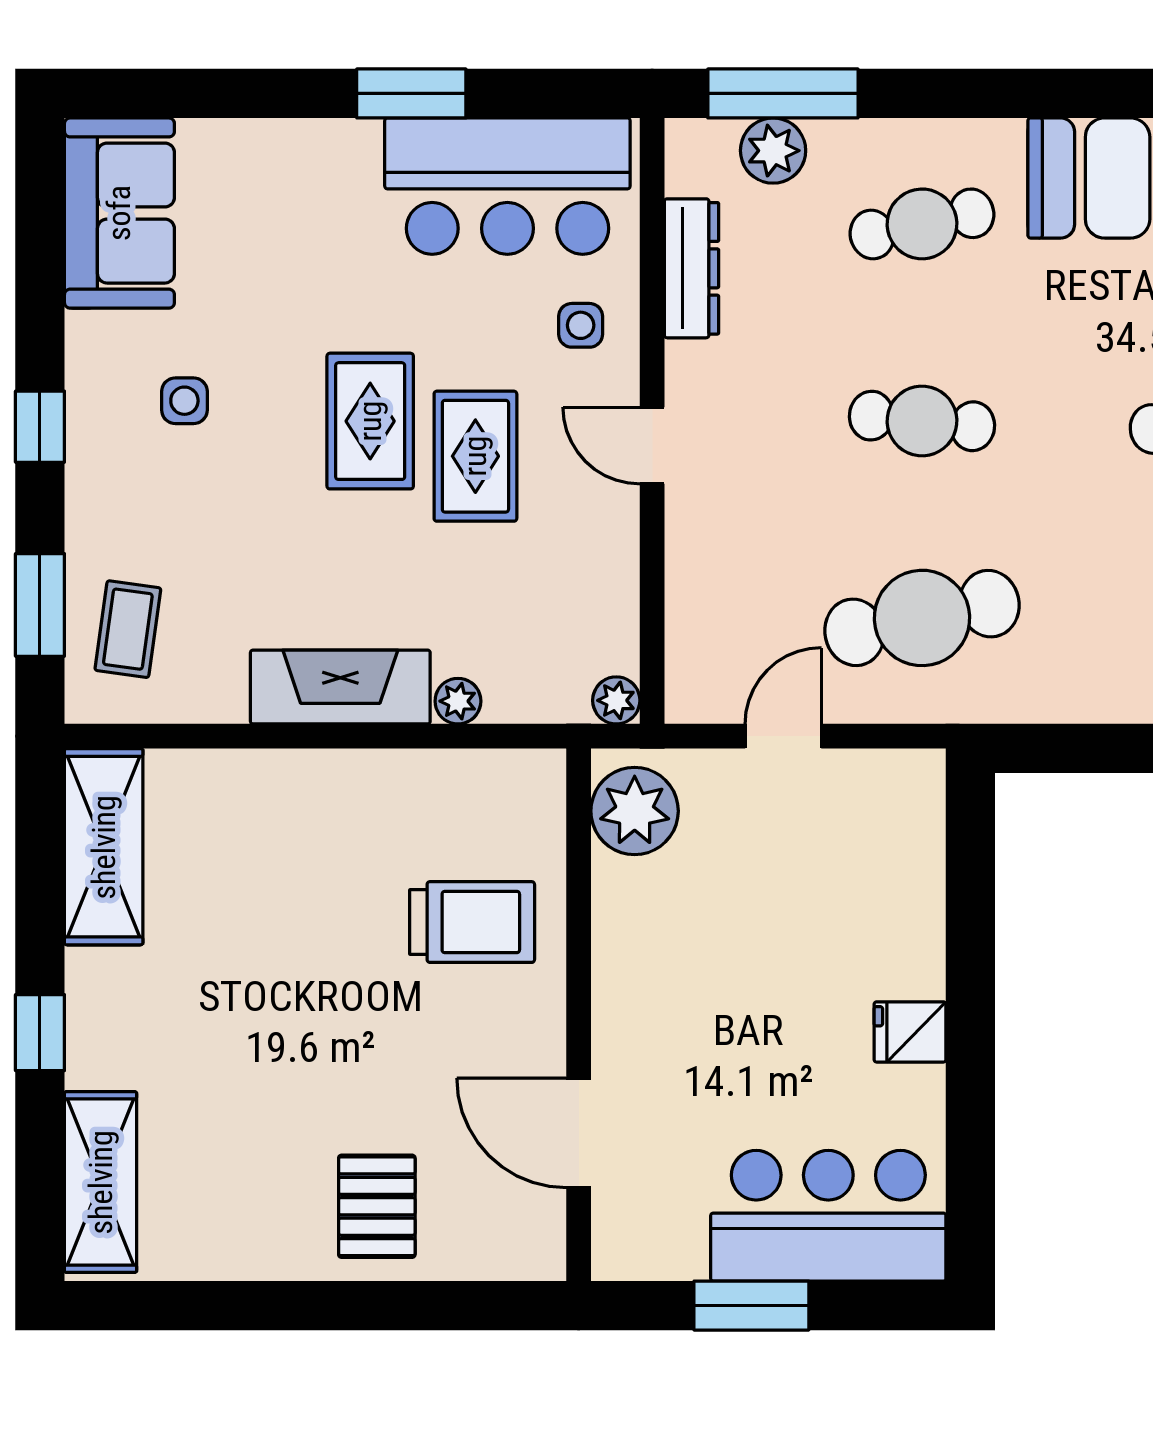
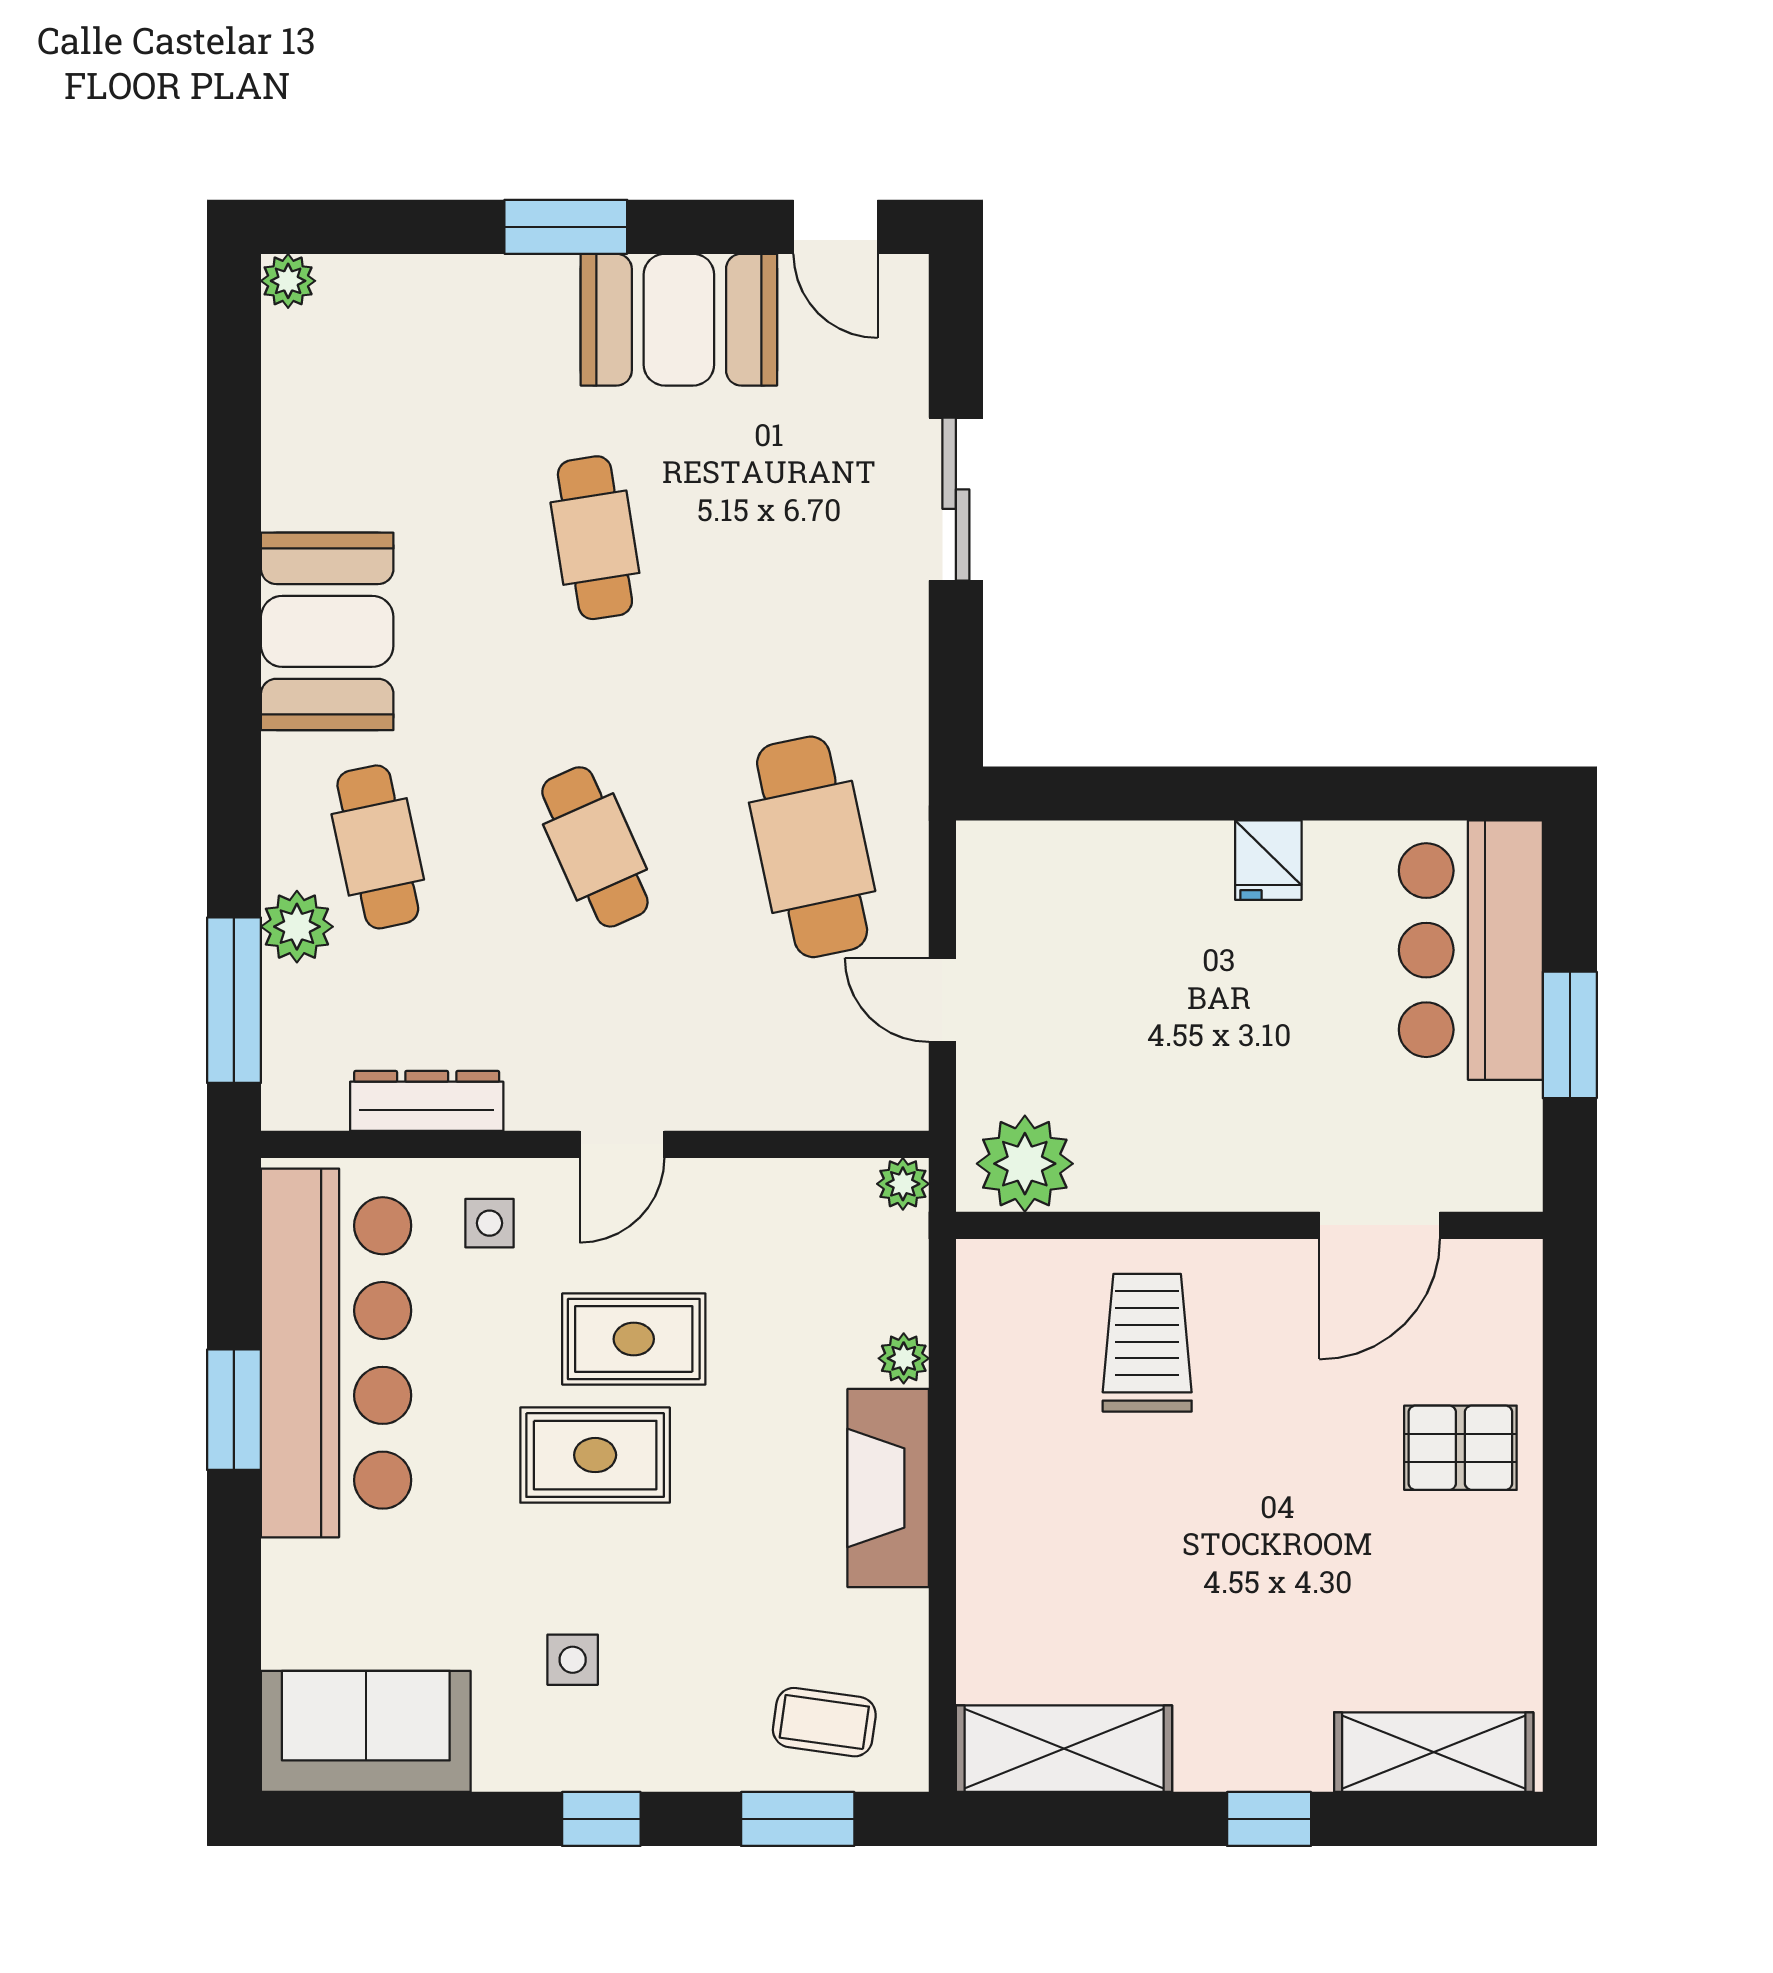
plant: (773, 151) -> (297, 927), moved
bar counter: (507, 186) -> (336, 1353), width x1.36
cafe table: (922, 421) -> (595, 847), turned -30

